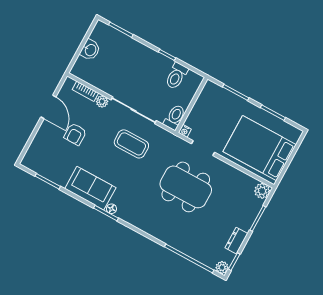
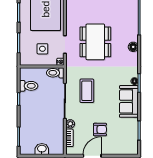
side table: (213, 118) -> (42, 49), added
floor lamp: (154, 230) -> (133, 47), added

